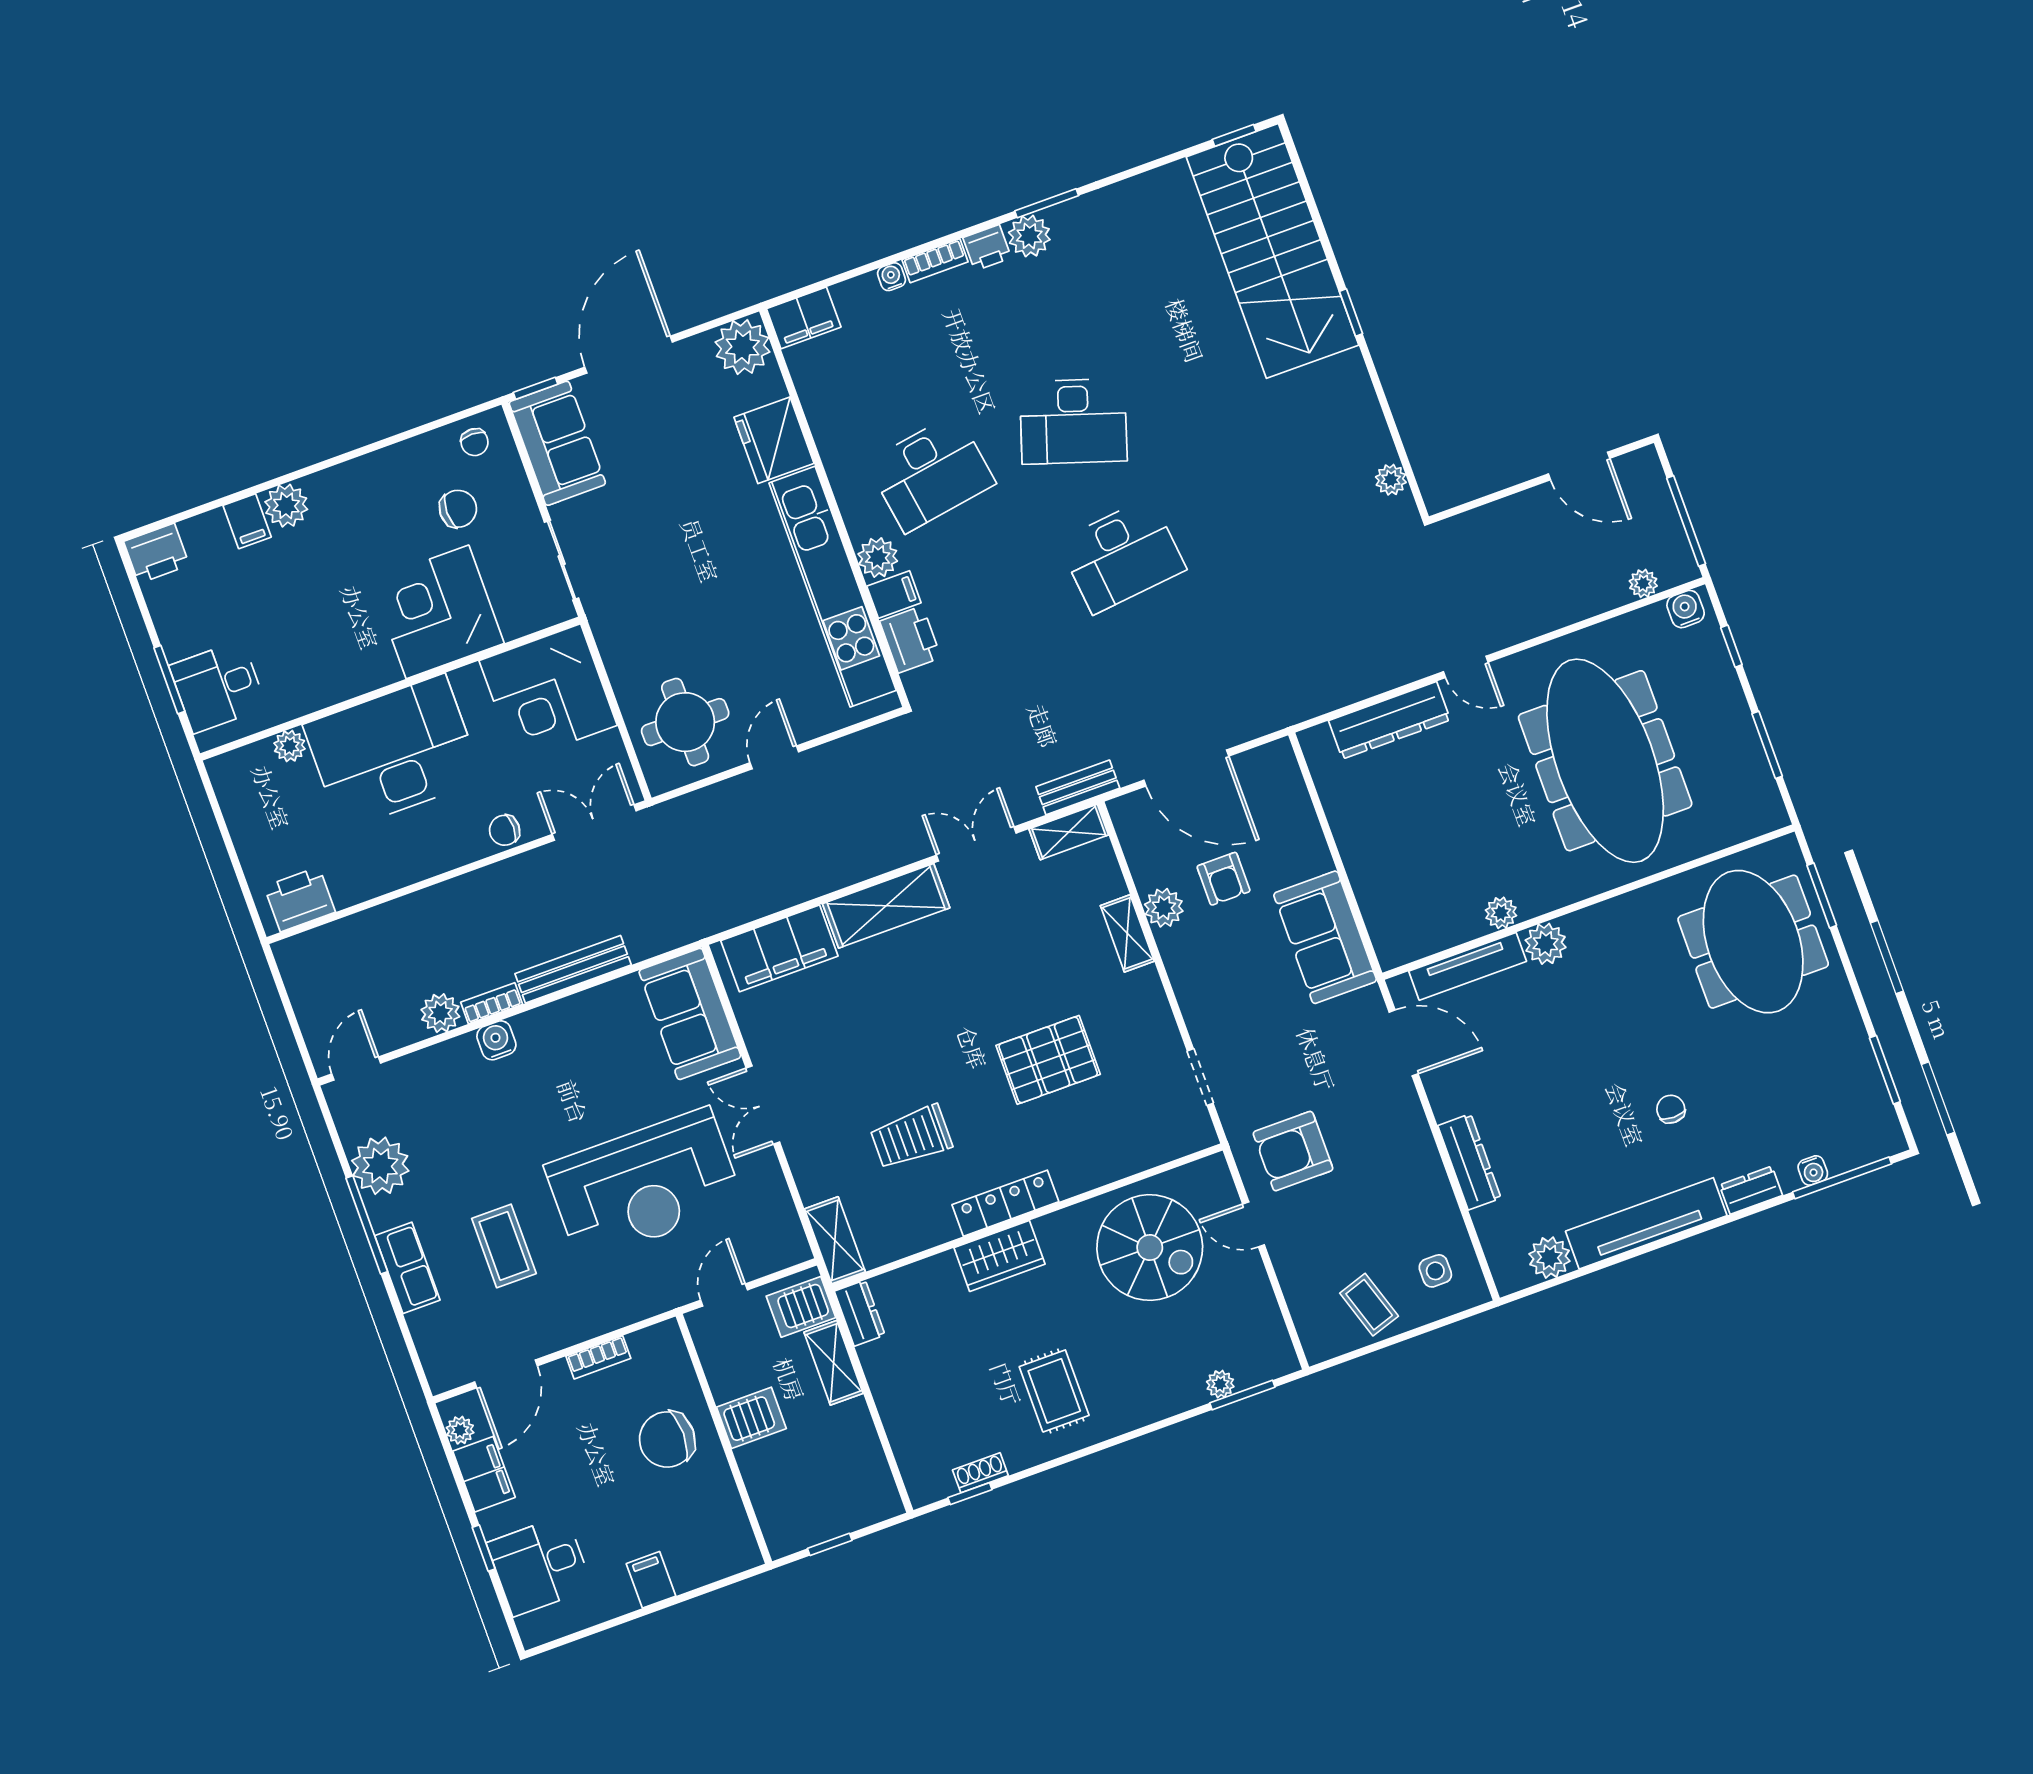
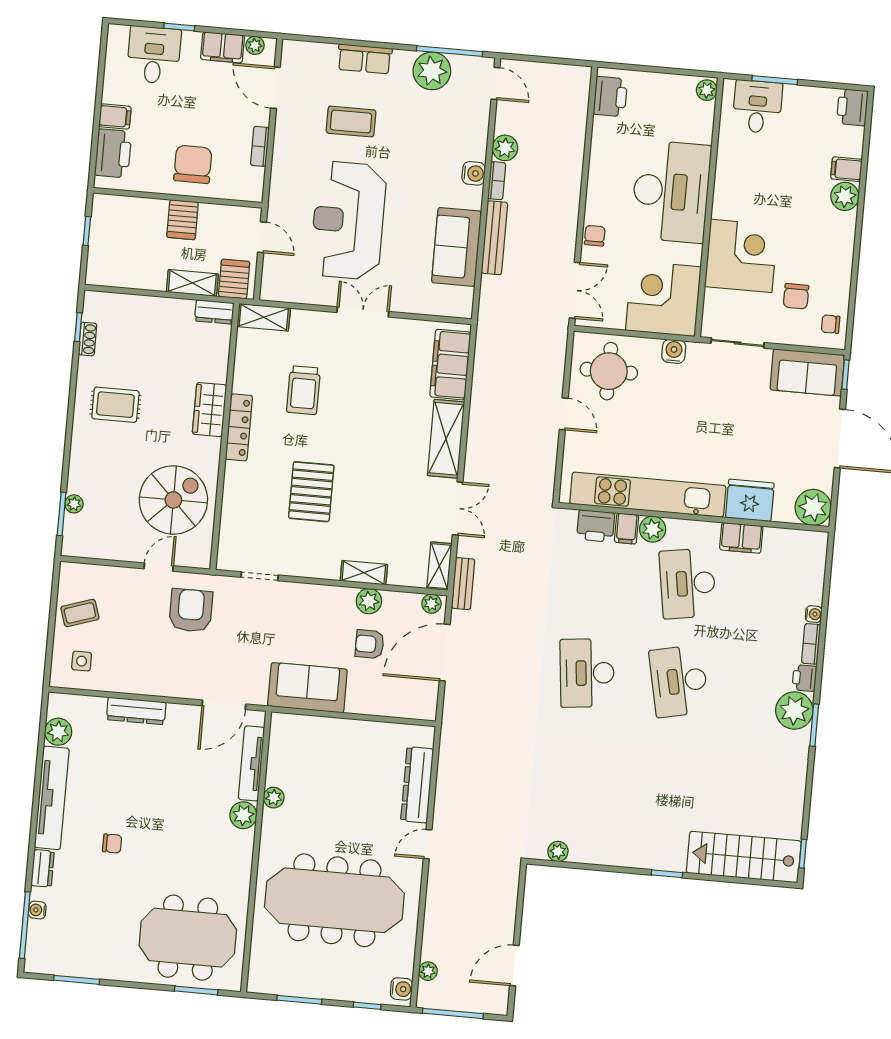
plant: (1029, 236) -> (794, 711), width x1.36, depth x1.36
stairs: (1272, 251) -> (744, 857), width x0.73, depth x0.66
filing cabinet: (804, 318) -> (741, 538), moved, turned -90
desk: (1073, 421) -> (679, 681), turned -30
water cooler: (615, 644) -> (674, 351), added
plant: (290, 746) -> (707, 90), moved
plant: (1126, 819) -> (431, 604), added
sofa: (690, 1014) -> (457, 247), moved, turned -90
trolley: (911, 1137) -> (303, 390), turned 180
window: (367, 1225) -> (450, 51), moved
spiral stairs: (1150, 1248) -> (173, 500), turned 180
printer: (704, 1558) -> (113, 153), added

